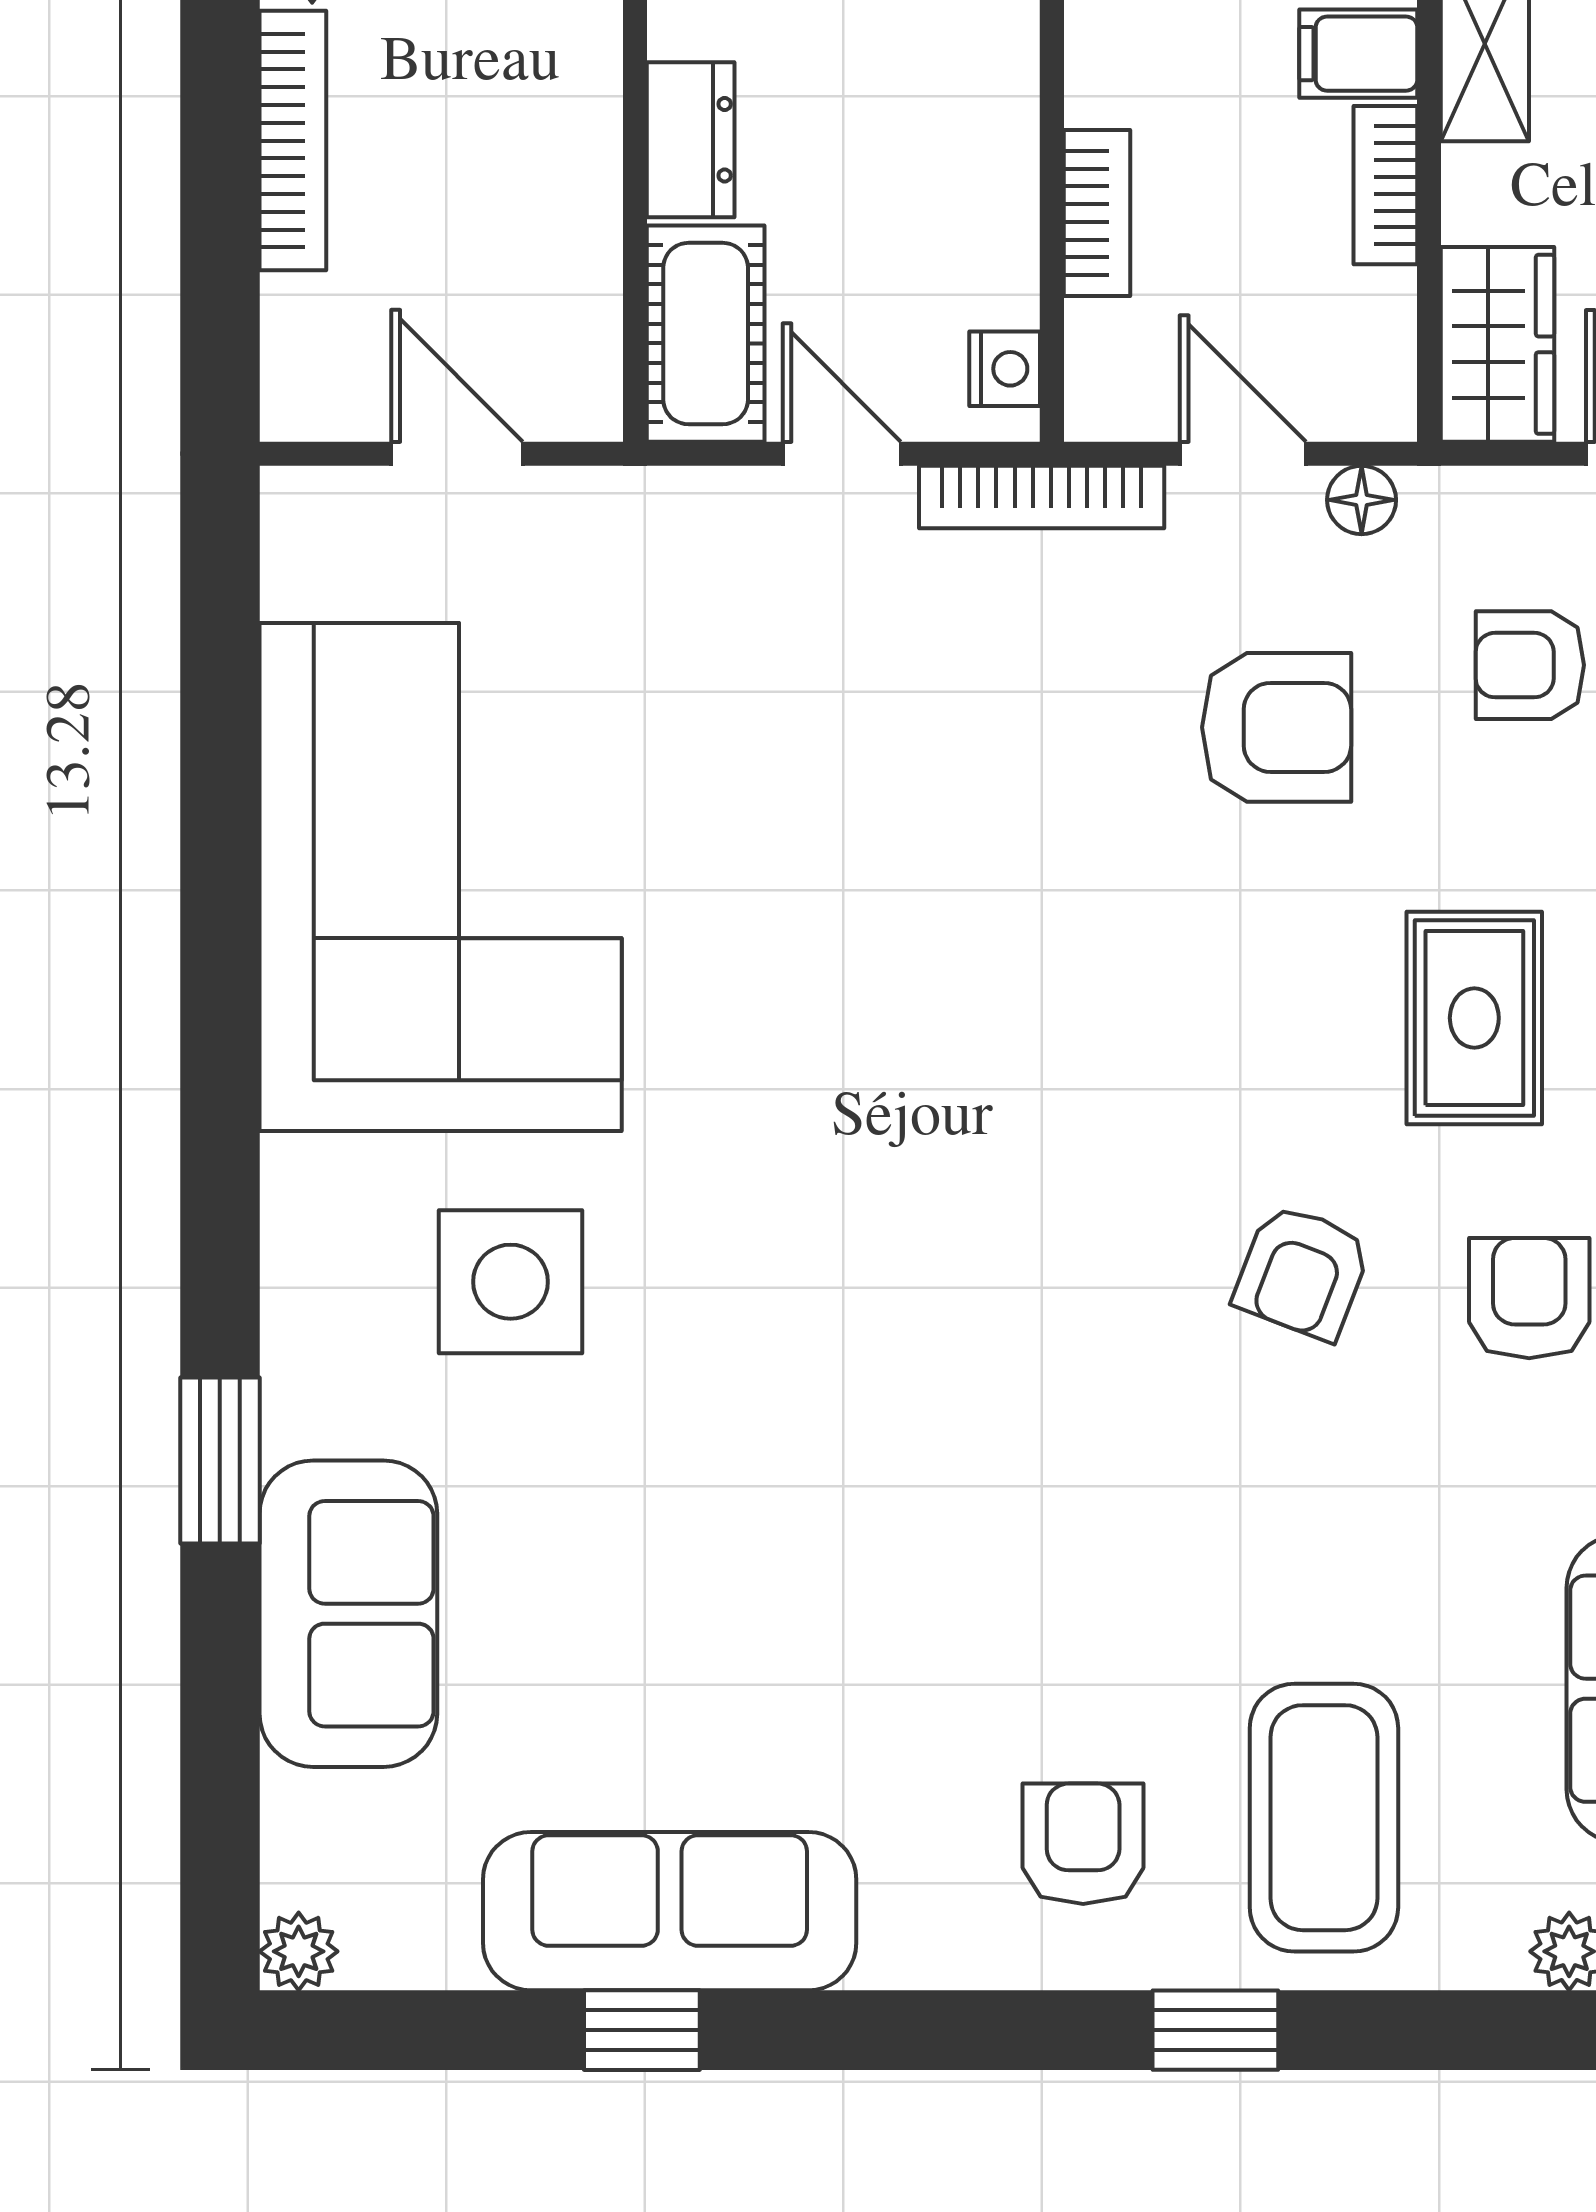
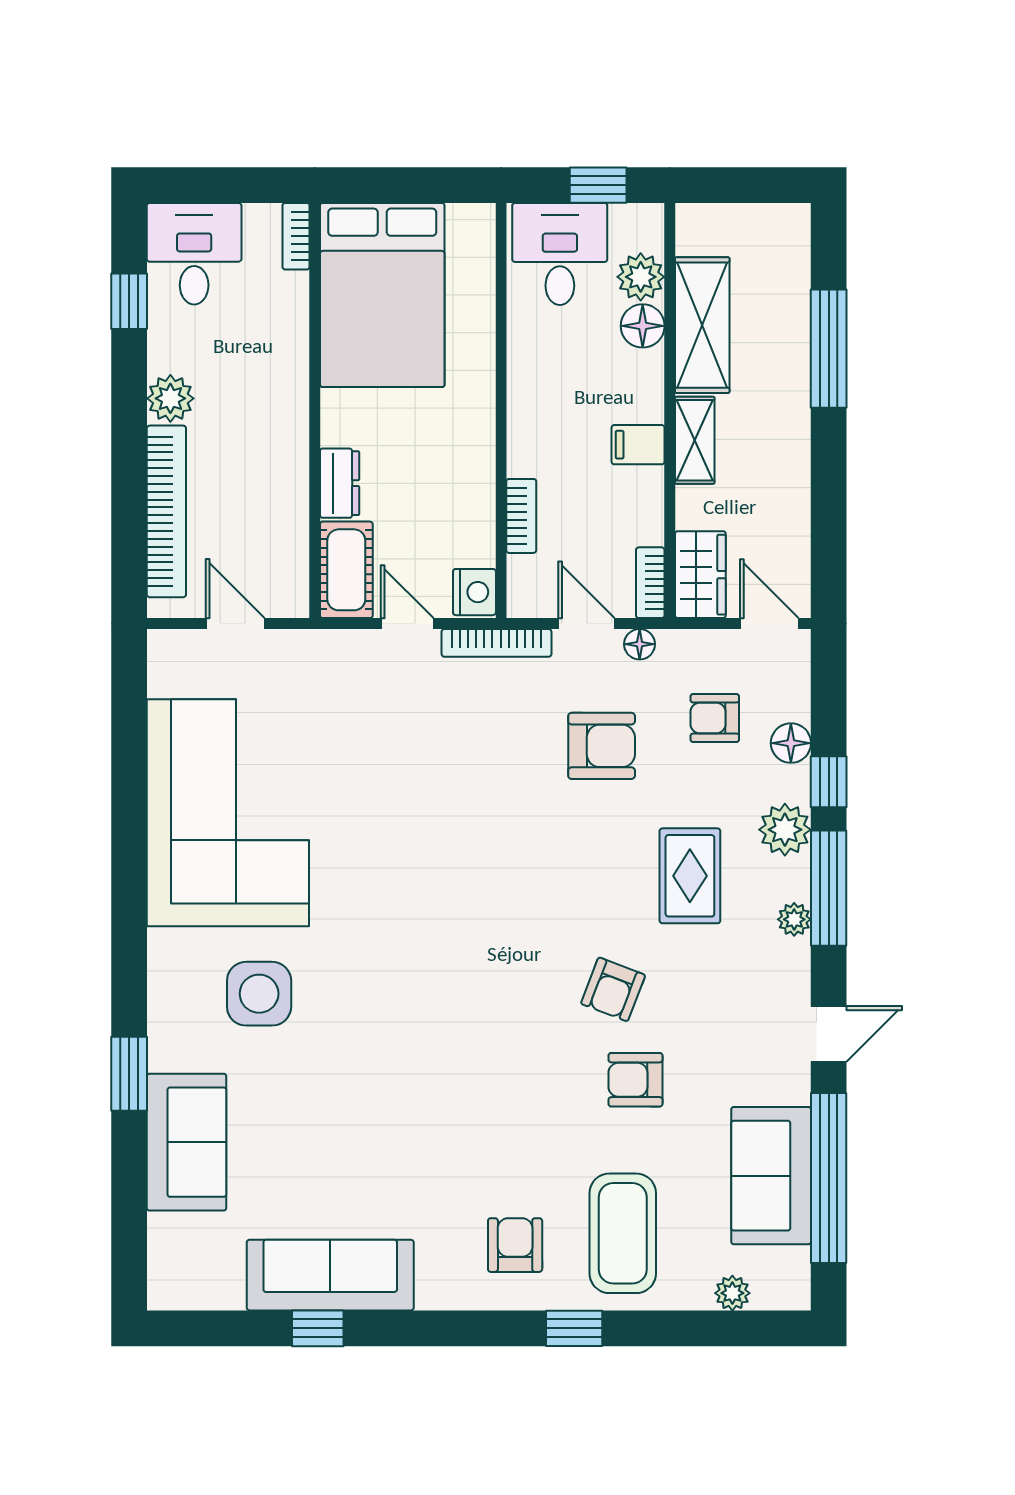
bookcase: (293, 141) -> (166, 511), width x1.48, depth x1.31
bookcase: (1385, 185) -> (650, 583), moved
nightstand: (1005, 369) -> (474, 592), width x1.39, depth x1.35
armchair: (1529, 1298) -> (636, 1080), moved, turned -90
plant: (299, 1951) -> (164, 1293), removed

